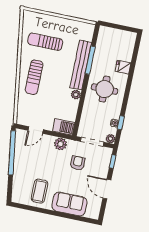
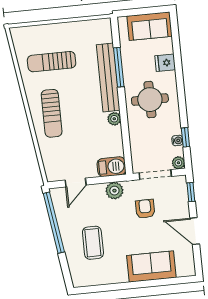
sofa: (120, 39) -> (150, 26), added
coffee table: (39, 191) -> (93, 243), moved

